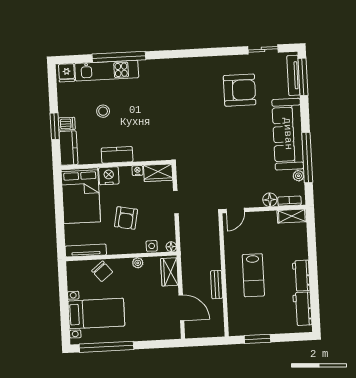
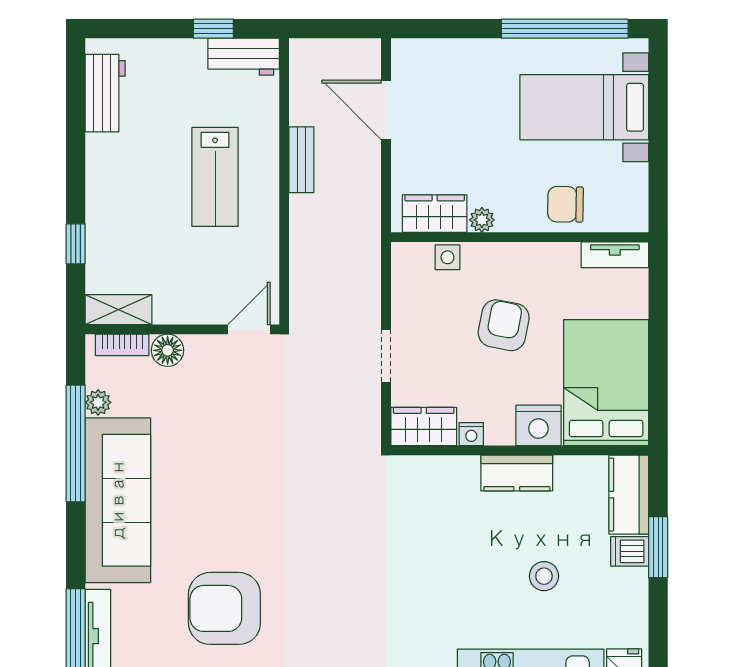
window: (312, 243) -> (76, 244), added
floor lamp: (171, 247) -> (402, 253), removed
tv unit: (86, 251) -> (615, 255), width x0.71
chair: (102, 271) -> (565, 204), turned -50
wardrobe: (169, 272) -> (435, 214), moved, turned -90
lab bench: (253, 275) -> (215, 177), turned 180
workbench: (301, 276) -> (244, 57), moved, turned 90
window: (257, 339) -> (213, 29), width x0.67

